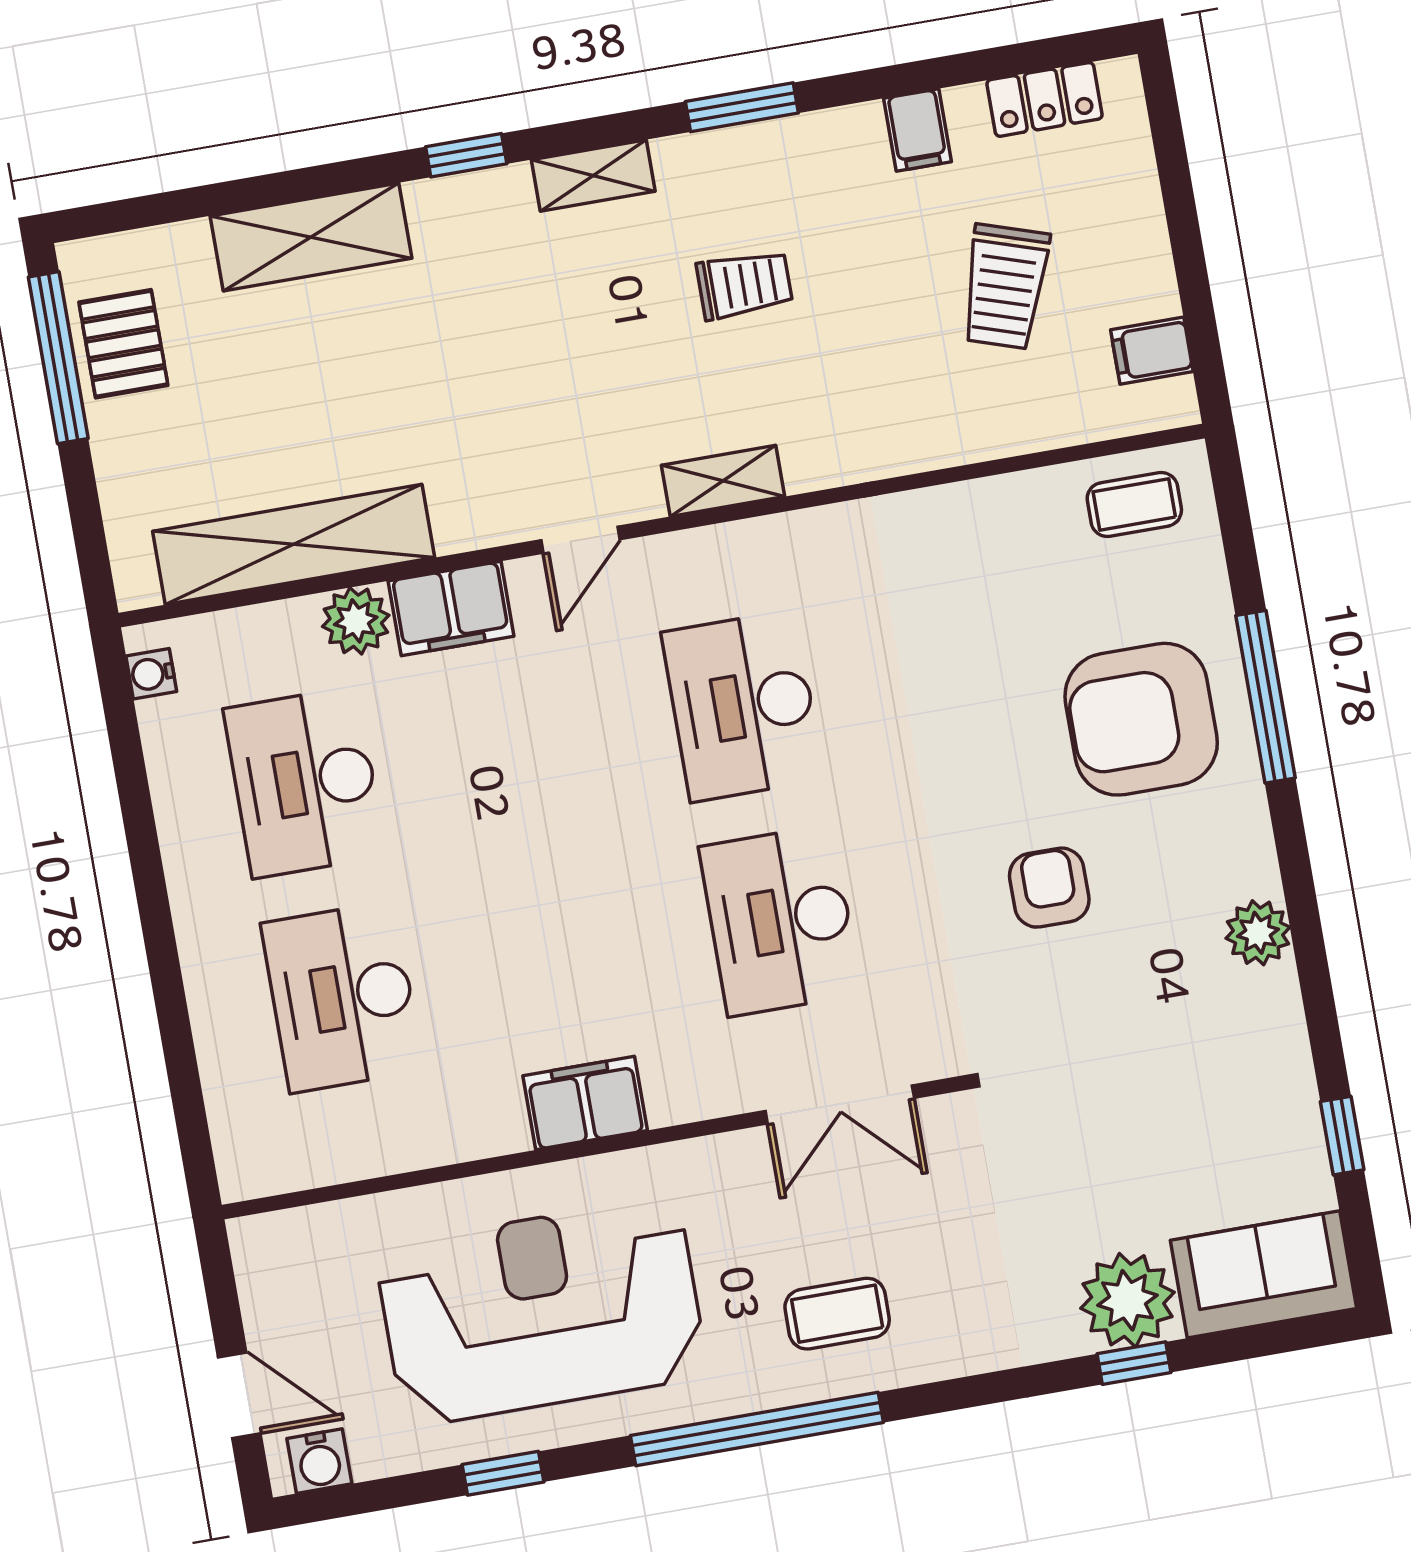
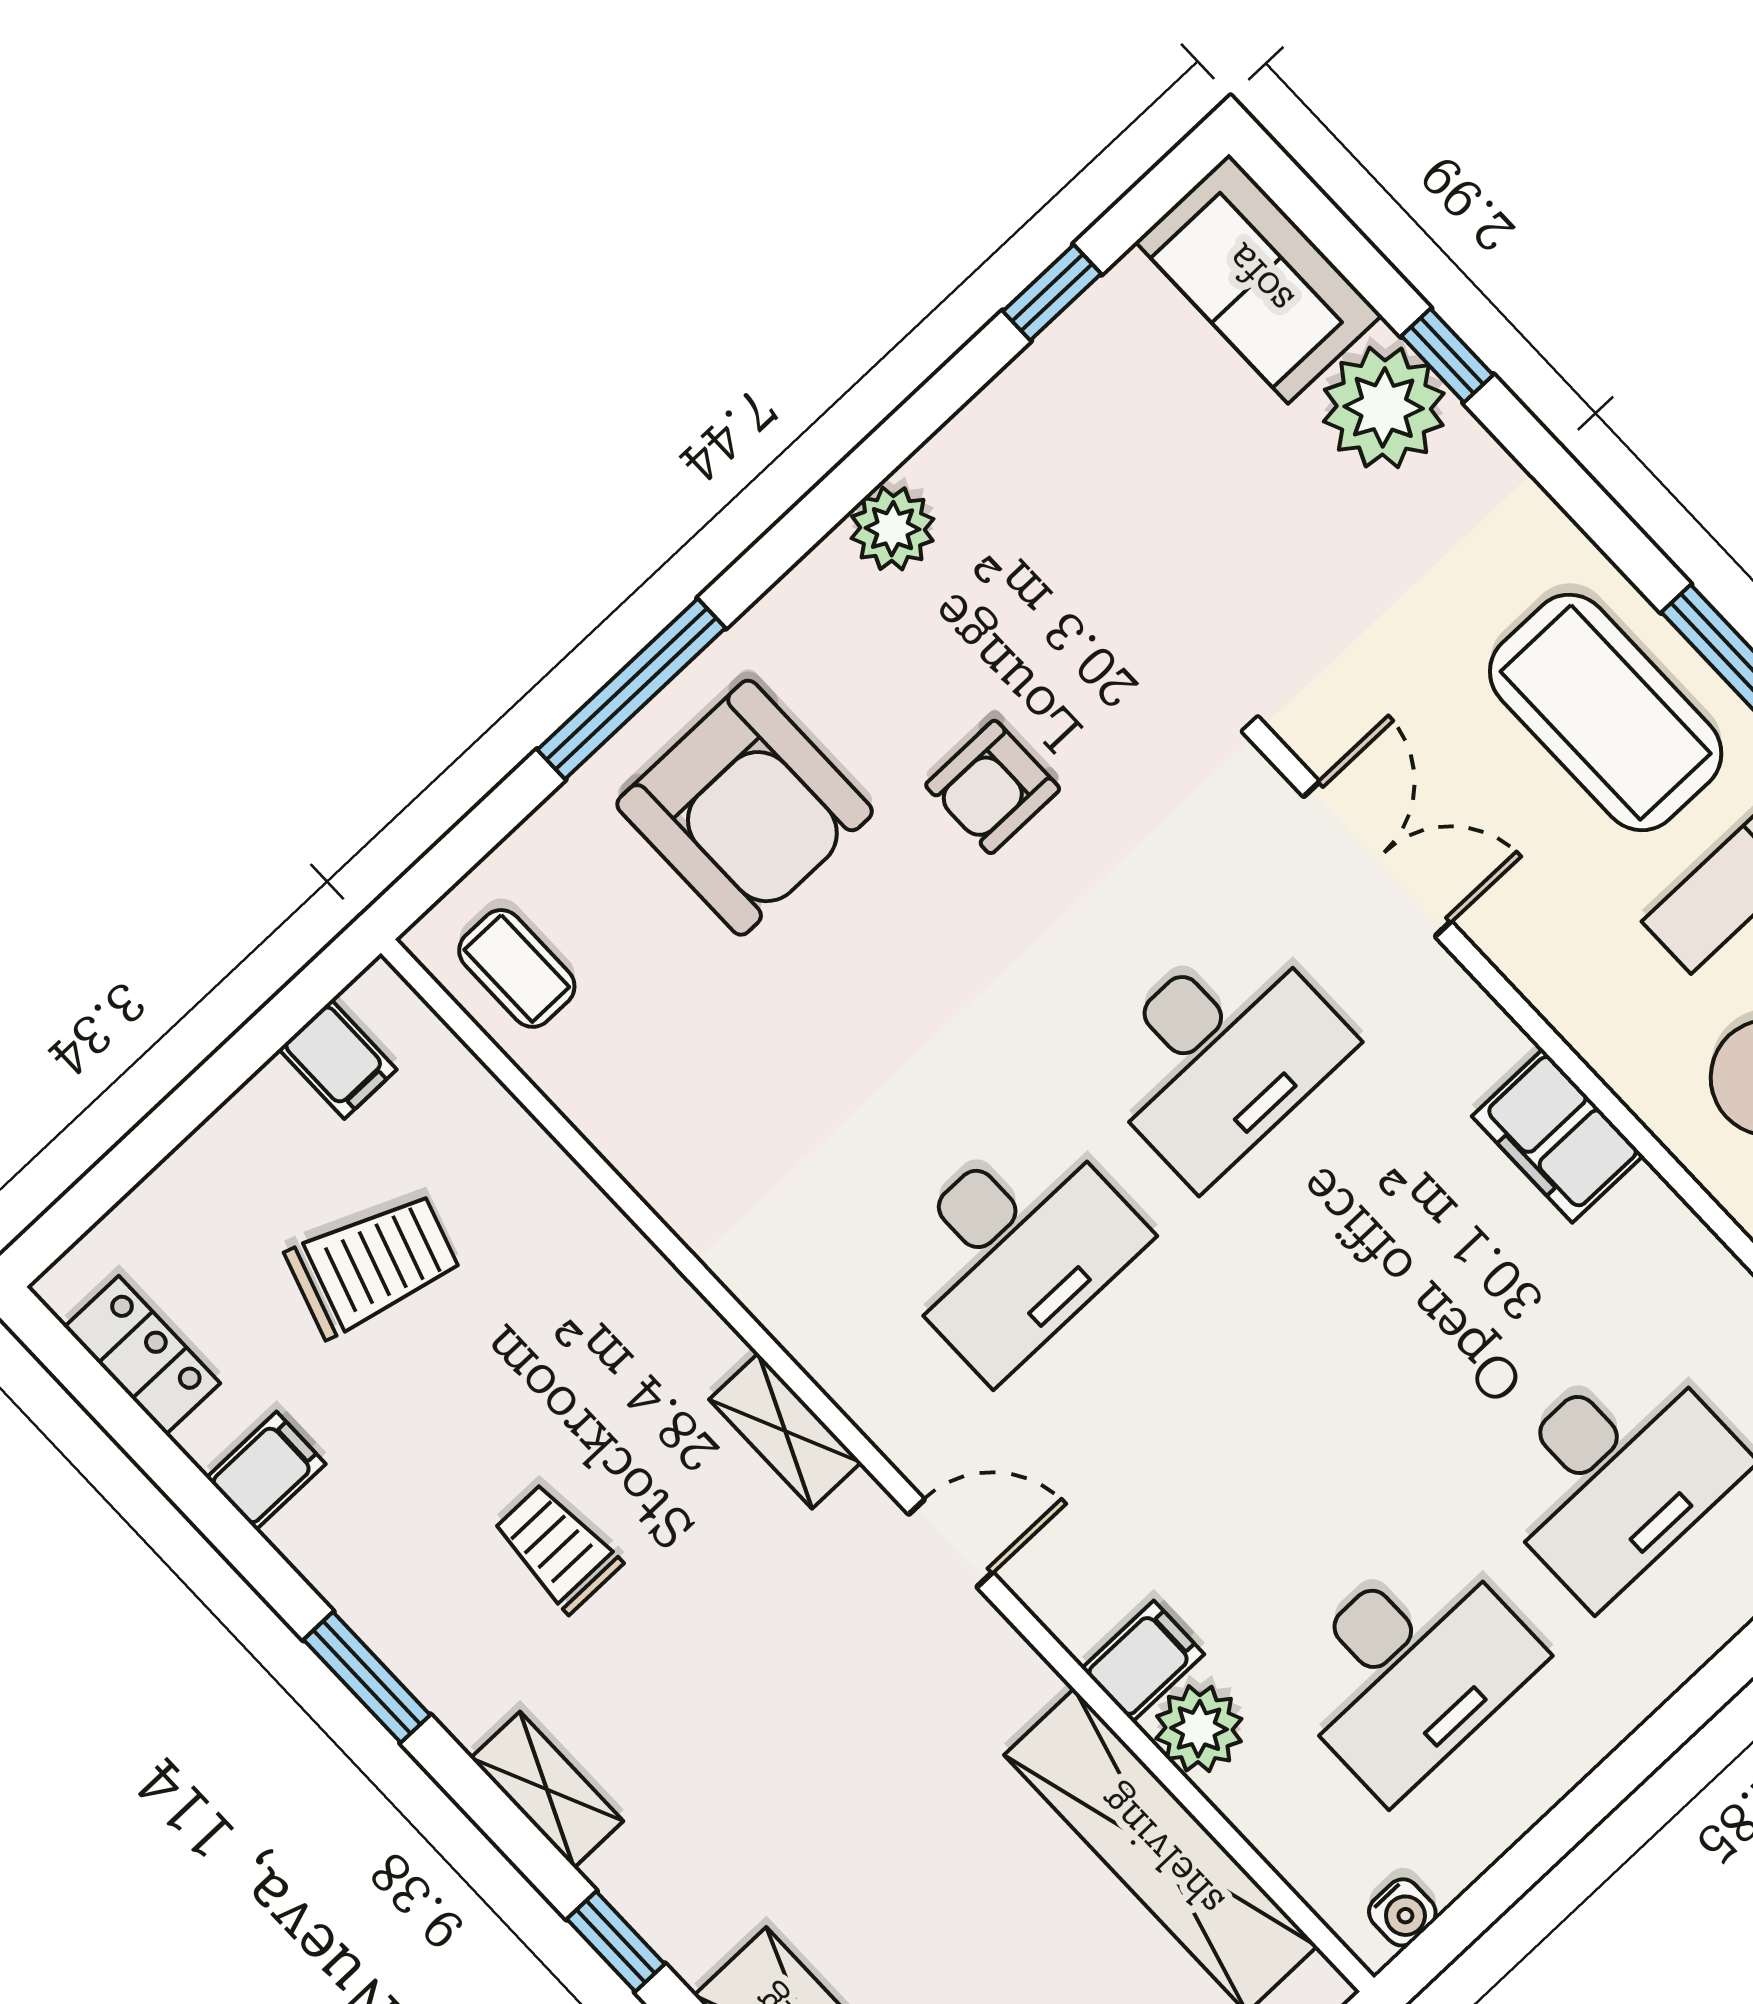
filing cabinet: (451, 609) -> (1143, 1661), width x0.50
coffee table: (837, 1314) -> (1606, 712), width x1.86, depth x1.72

